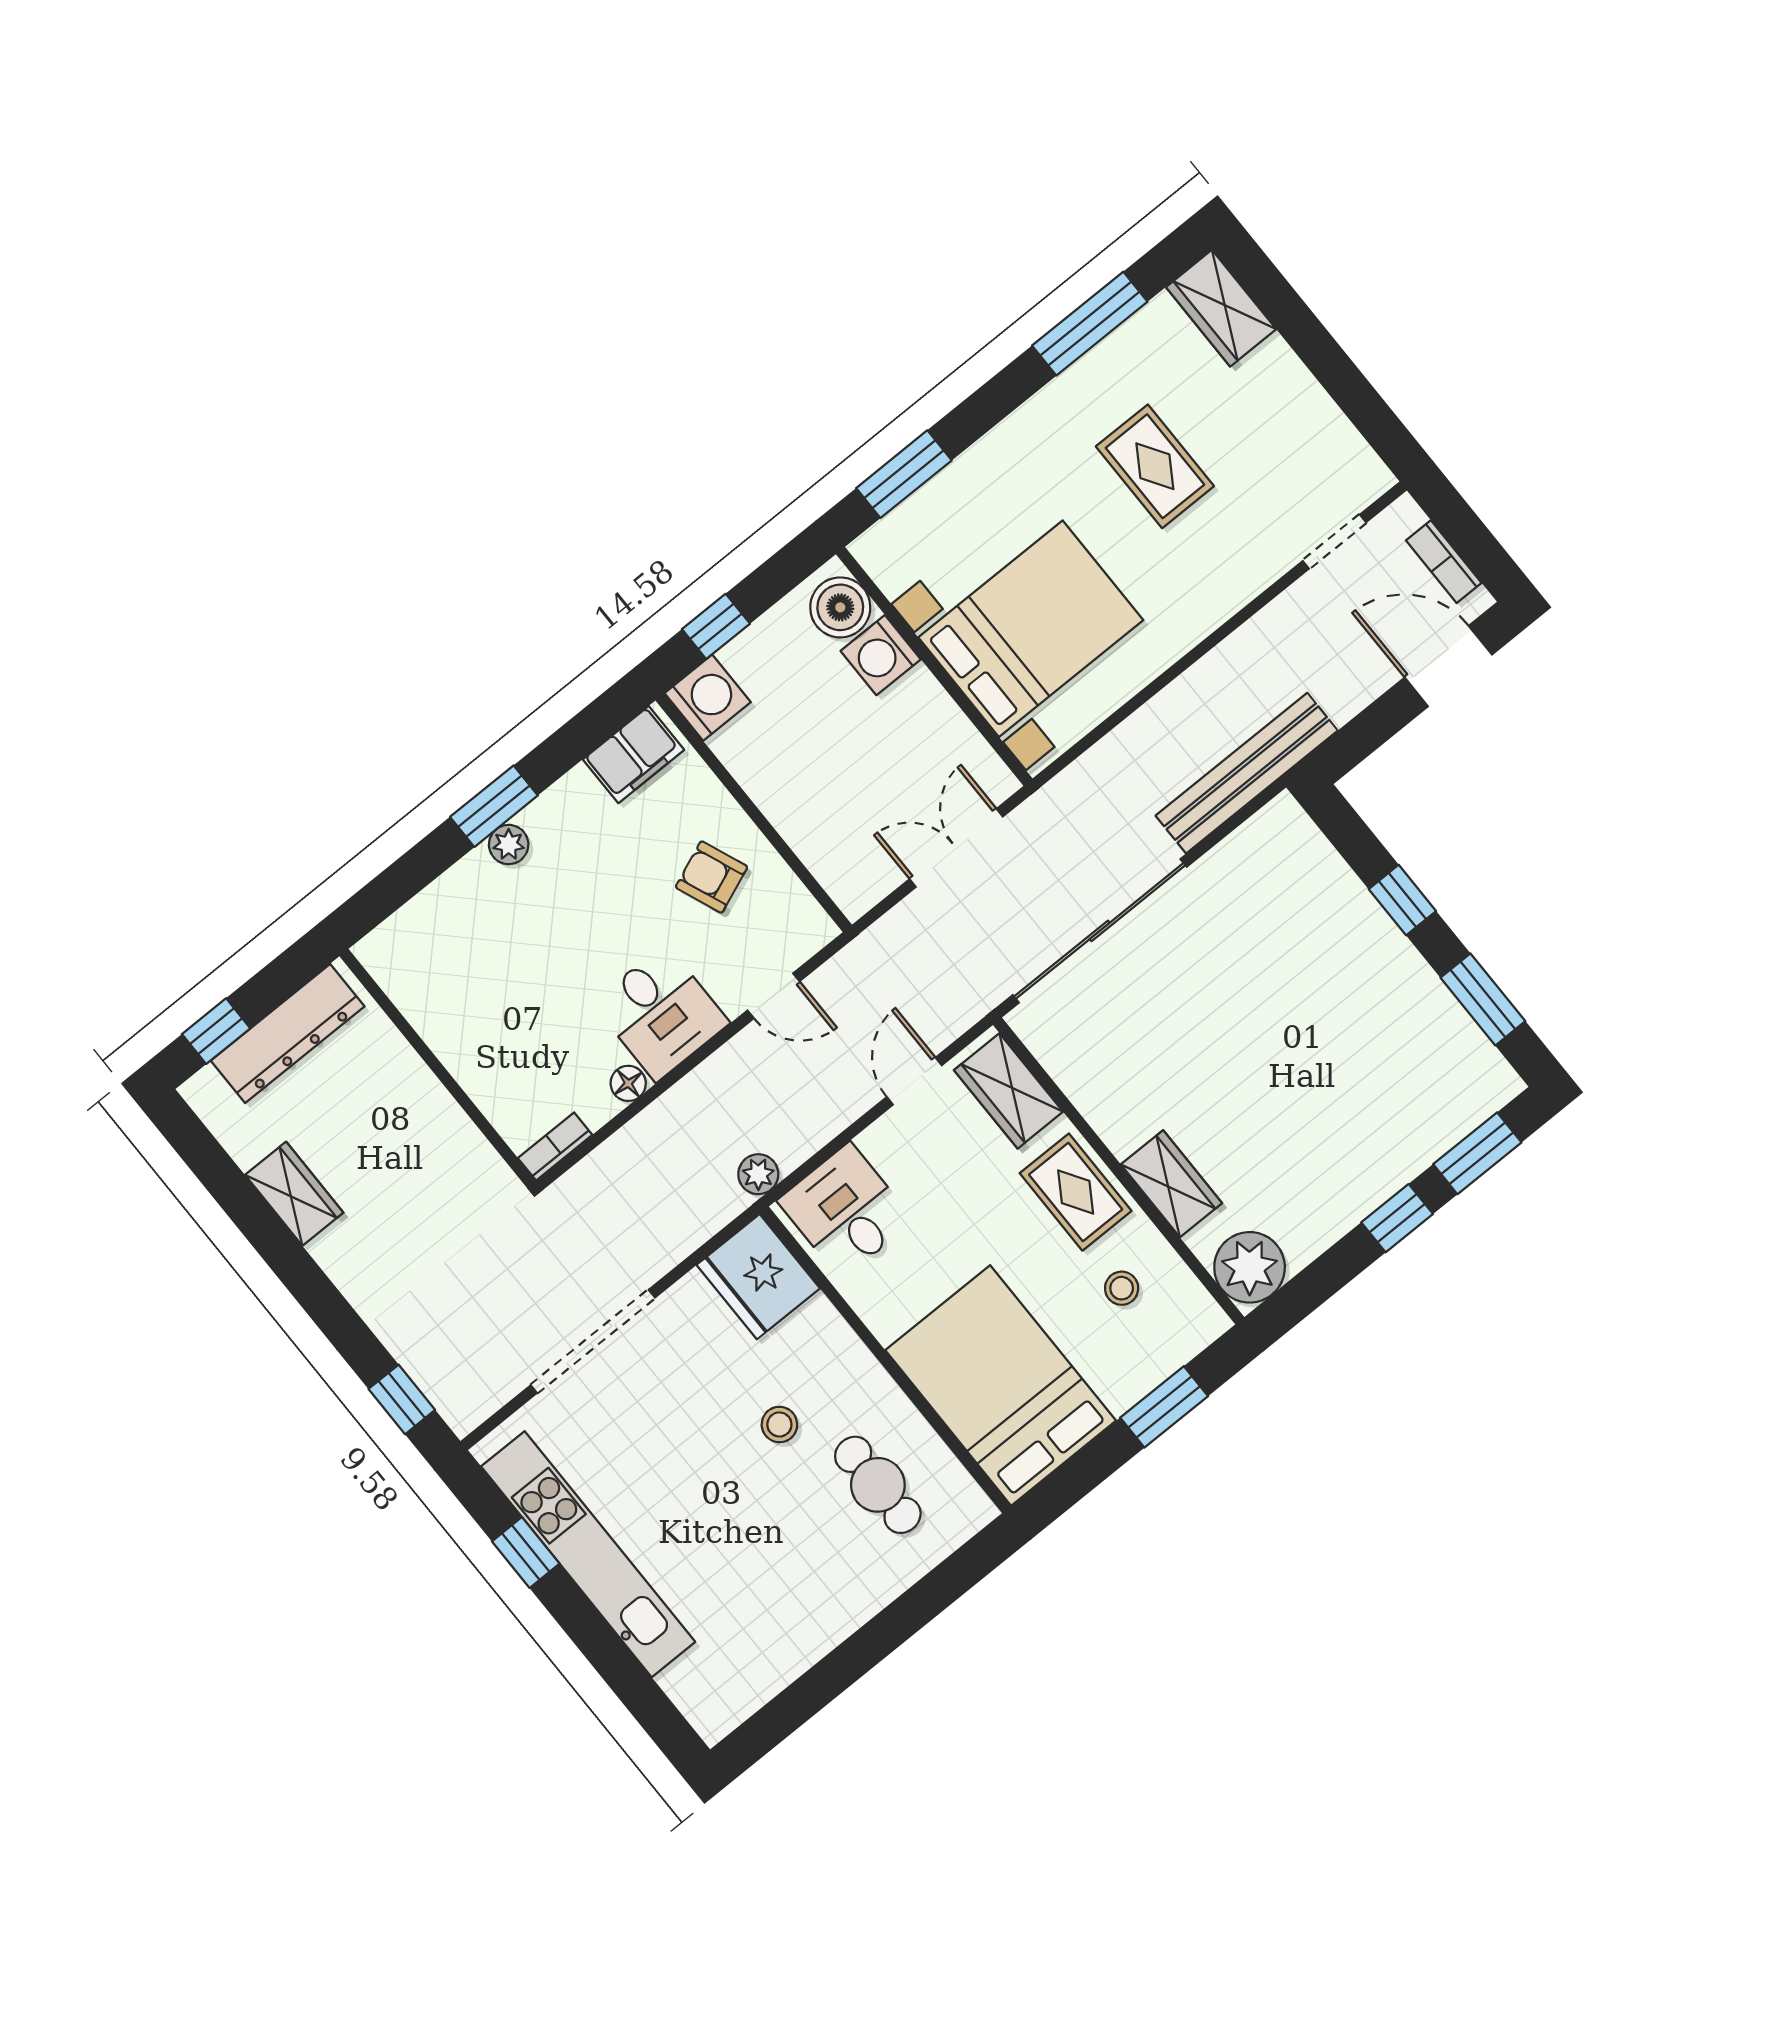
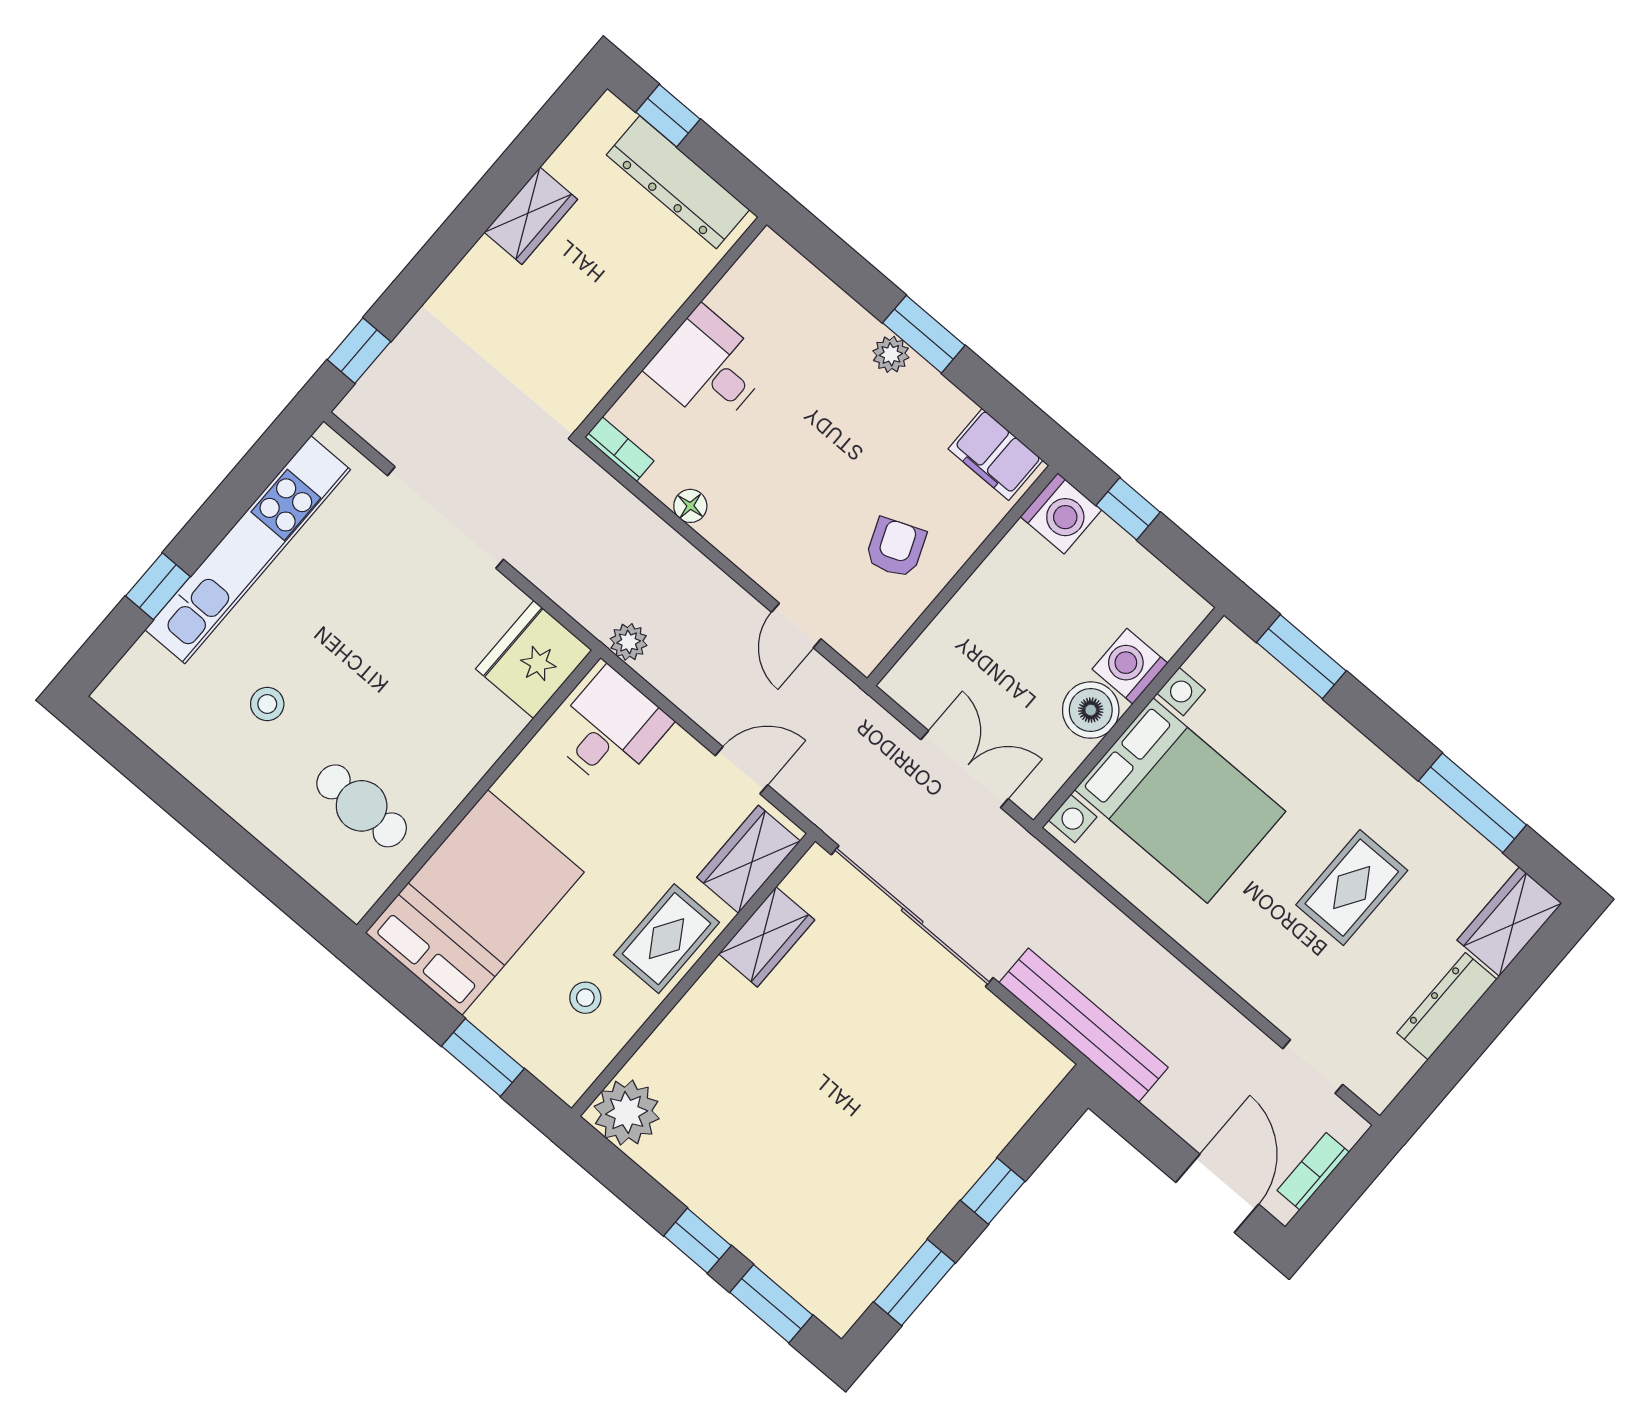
dresser: (1297, 390) -> (1447, 1006), added
boiler: (840, 607) -> (1091, 710), moved
desk: (661, 1013) -> (708, 368), moved, turned 90
wardrobe: (1171, 1184) -> (767, 937), moved
stool: (779, 1424) -> (267, 704), moved
cafe table: (878, 1485) -> (362, 806), turned 90
window: (526, 1552) -> (158, 586), moved

